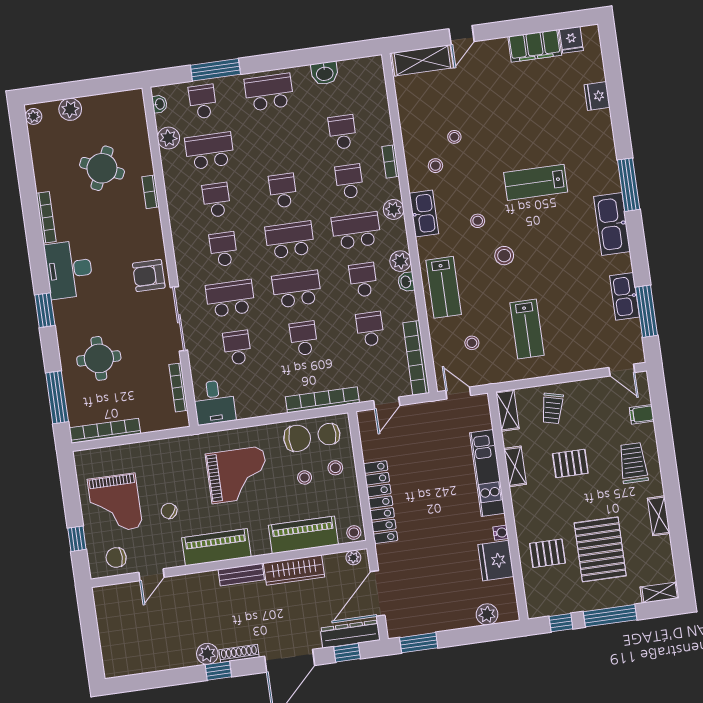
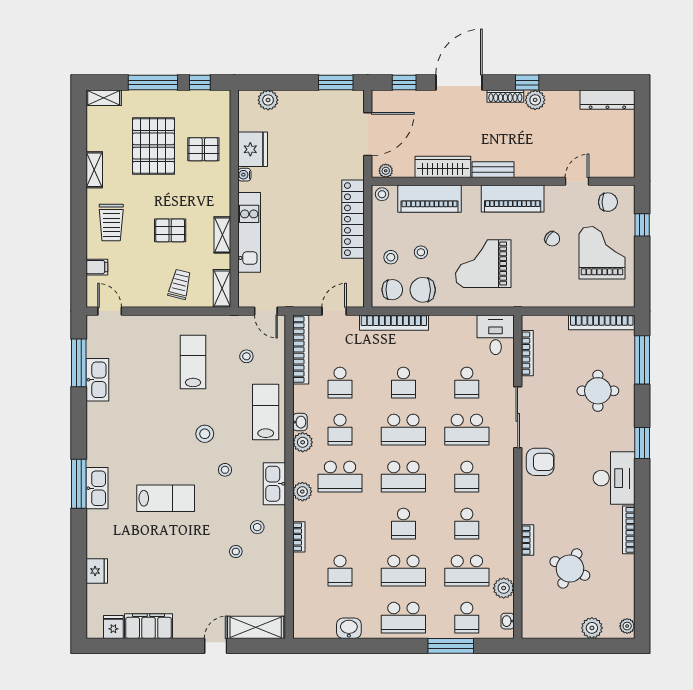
school desk: (349, 181) -> (403, 571), moved, width x1.85
kitchen sink: (612, 224) -> (97, 488), moved, width x0.73, depth x0.81
dresser: (350, 634) -> (607, 100), moved

